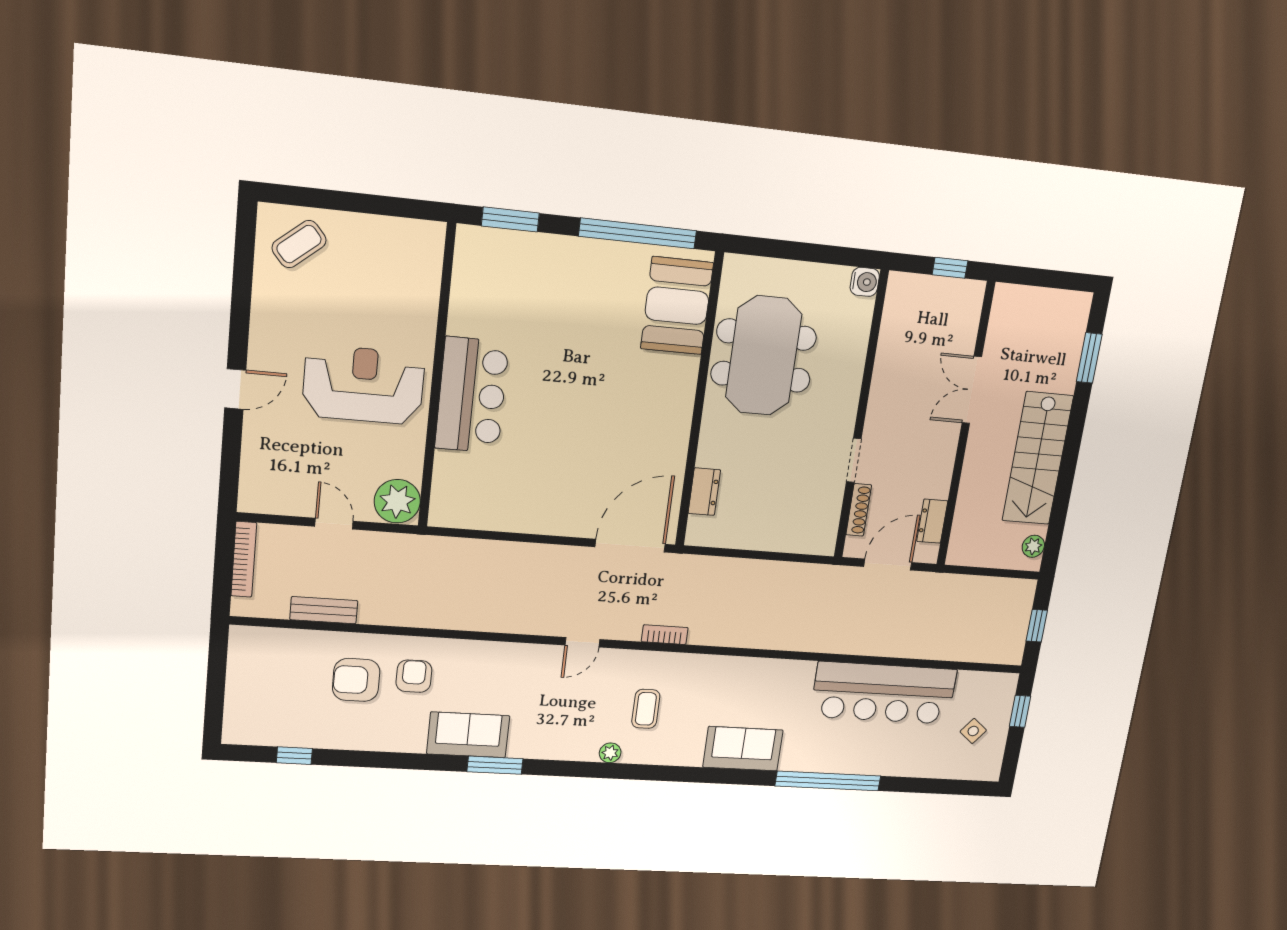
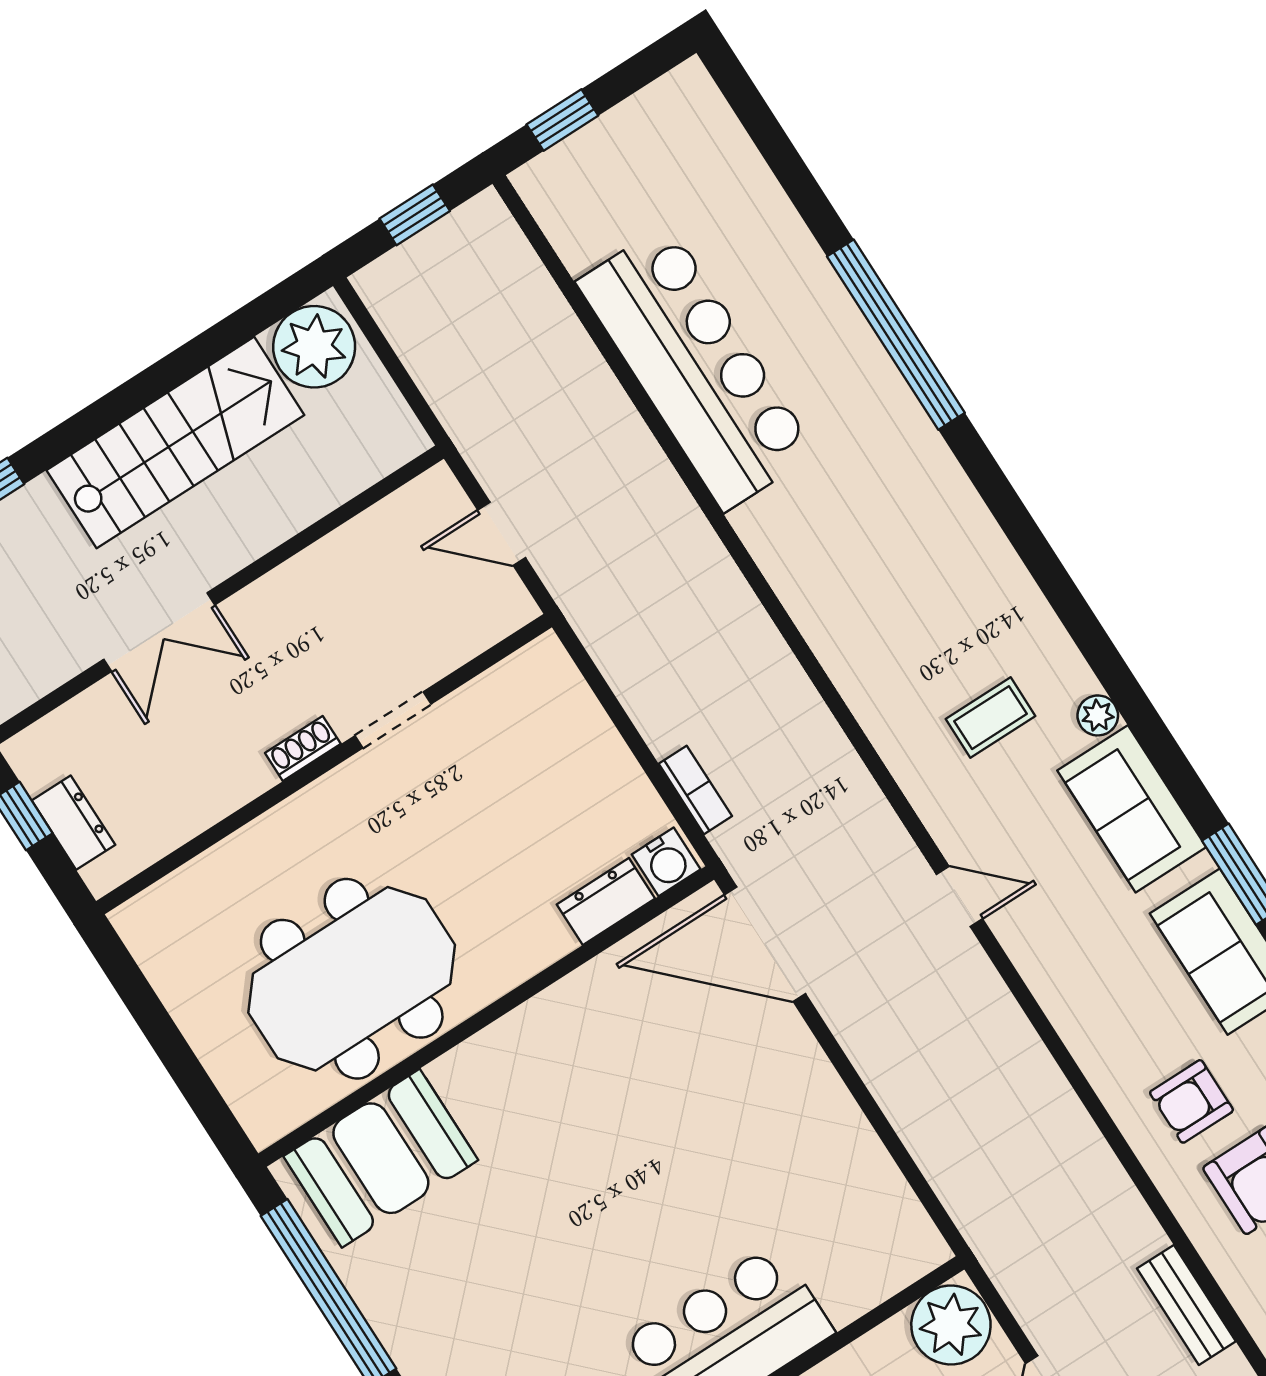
water cooler: (865, 282) -> (666, 862), moved, turned 180
shoe rack: (859, 510) -> (303, 748), moved, width x0.70
dresser: (932, 521) -> (73, 823), moved, turned -90
plant: (1033, 546) -> (314, 347), width x1.87, depth x1.87
door: (888, 565) -> (502, 534), width x0.73
bookcase: (665, 635) -> (695, 790), moved, turned 180
side table: (973, 731) -> (648, 169), removed
sofa: (743, 749) -> (1132, 809), moved

